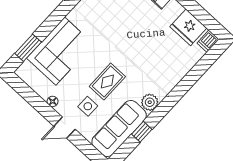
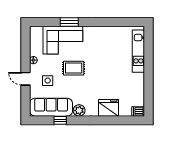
fridge: (188, 27) -> (109, 108), moved, turned 90
window: (28, 48) -> (69, 22), moved
rug: (107, 81) -> (74, 68), moved

